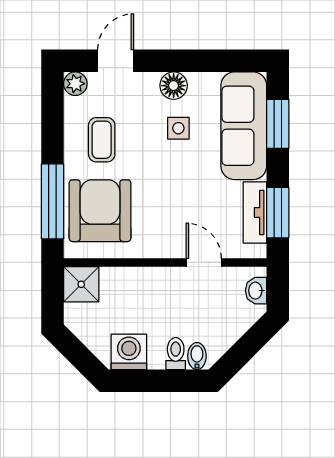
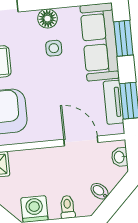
door: (204, 262) -> (81, 141), width x1.38
bidet: (197, 356) -> (100, 191), moved, turned -45

